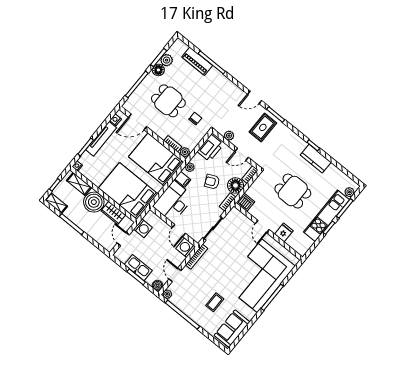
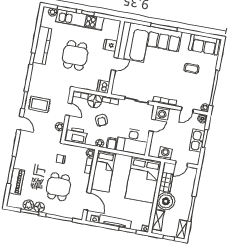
bed: (156, 159) -> (103, 171), width x0.67
kitchen counter: (316, 159) -> (42, 46), width x1.50

